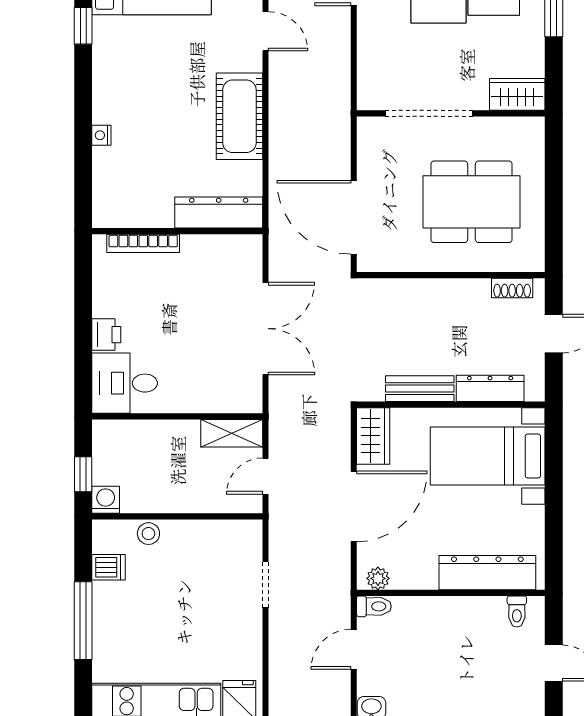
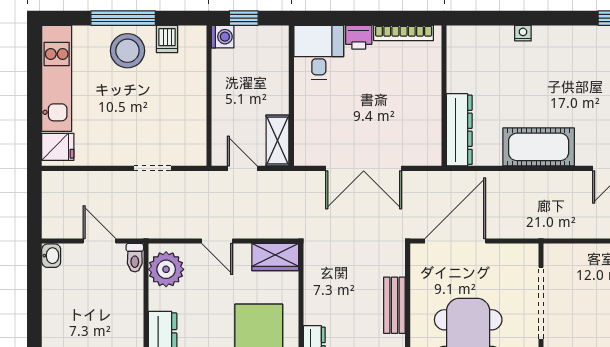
bookcase: (143, 243) -> (404, 33), moved, turned -90
bench: (420, 389) -> (394, 305), moved
door: (354, 506) -> (217, 241), width x0.53
stool: (148, 534) -> (127, 51), moved, width x1.89, depth x1.89
plant: (378, 578) -> (166, 269), width x1.87, depth x1.87

